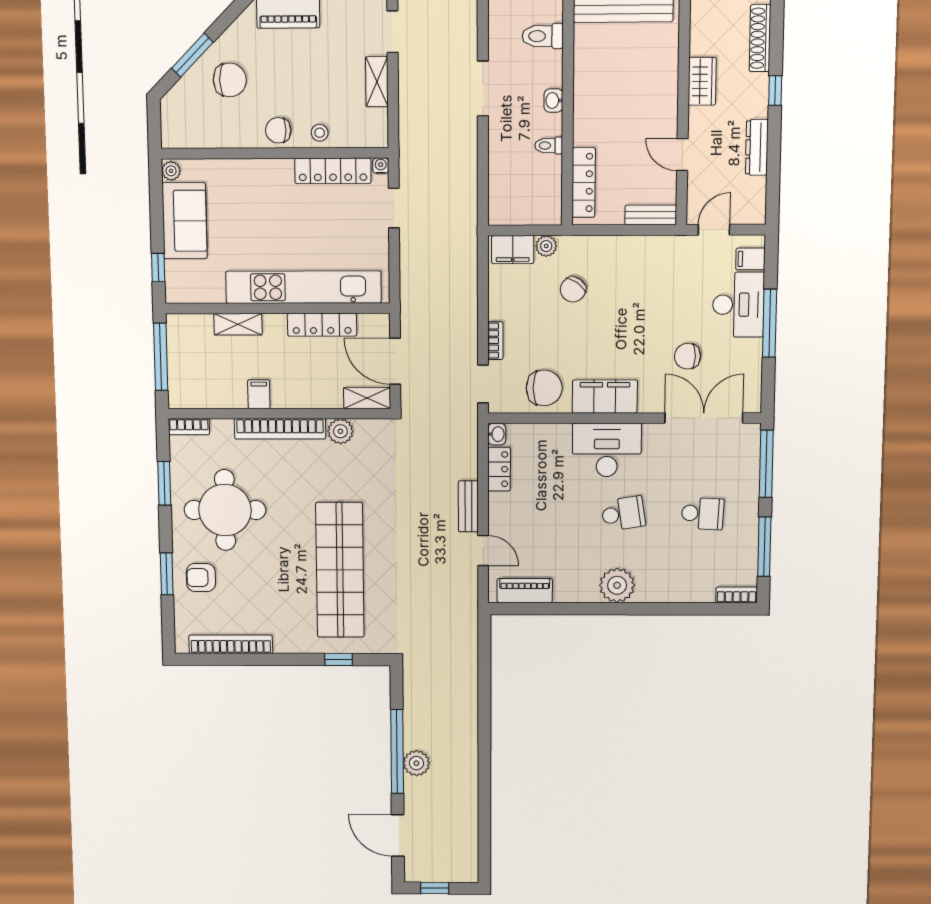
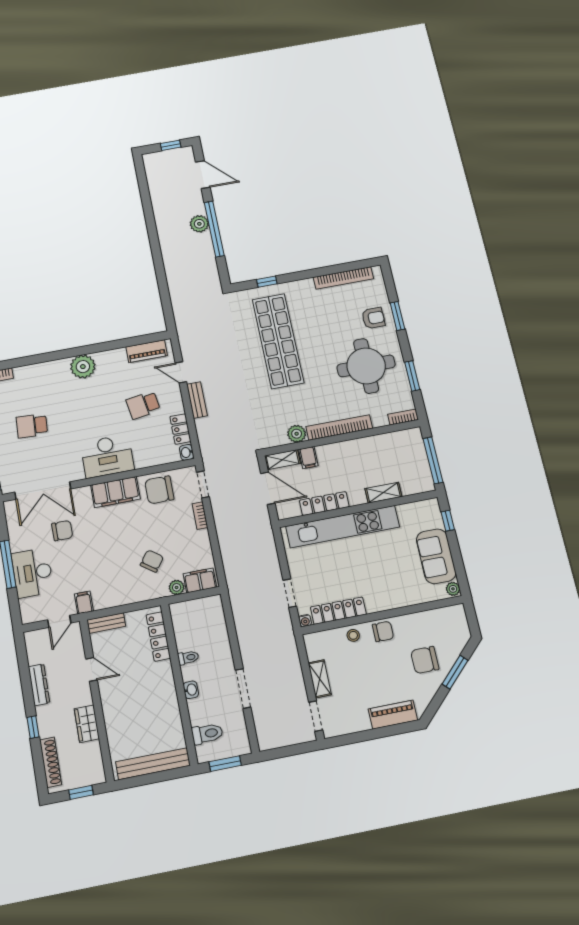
filing cabinet: (750, 259) -> (84, 602), moved, turned -90
filing cabinet: (259, 394) -> (308, 458), moved
school desk: (623, 514) -> (143, 405), moved

